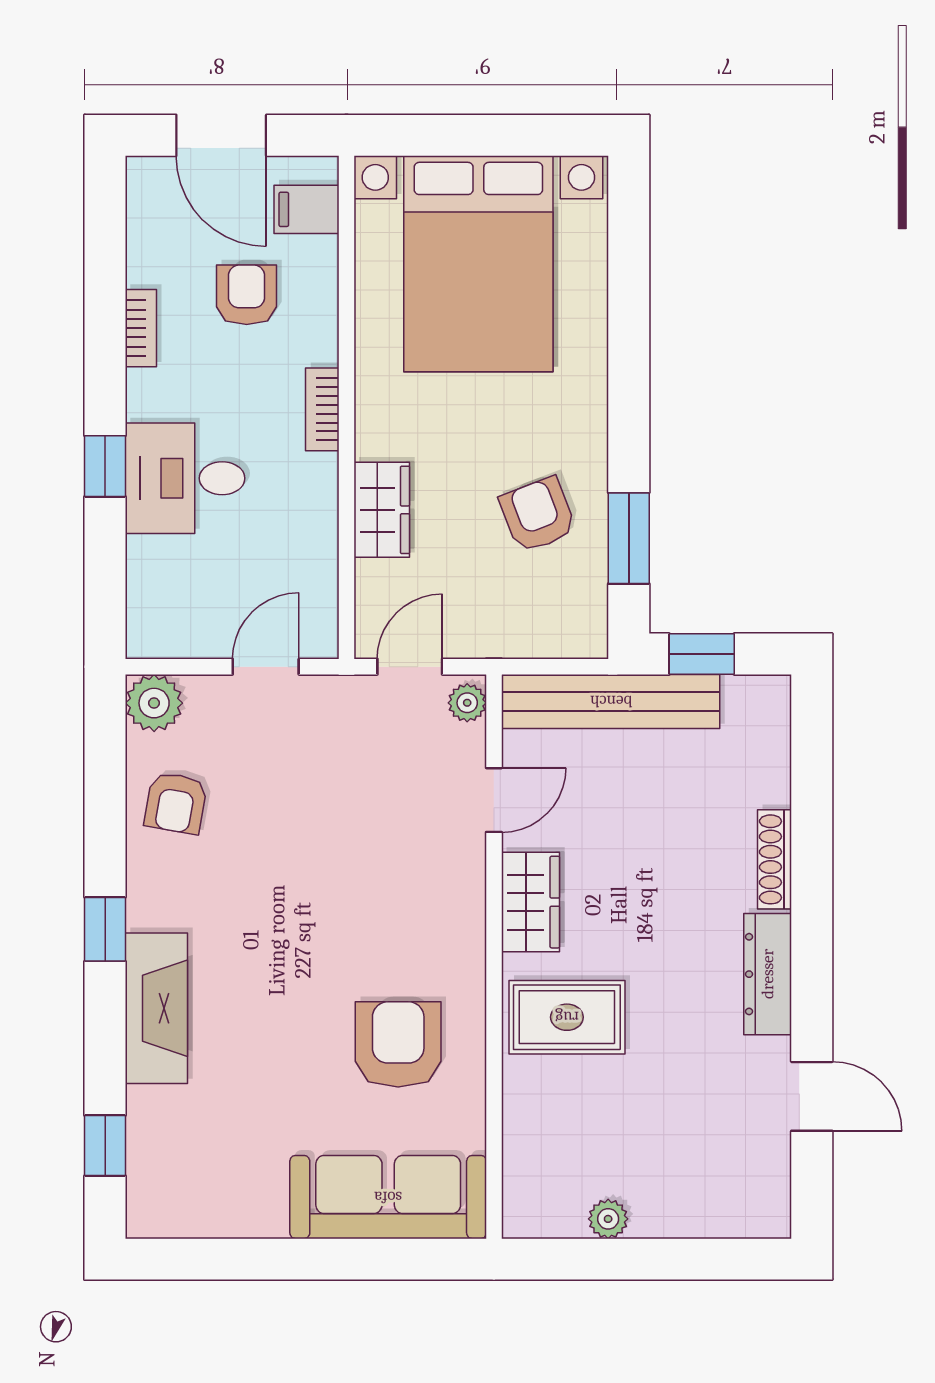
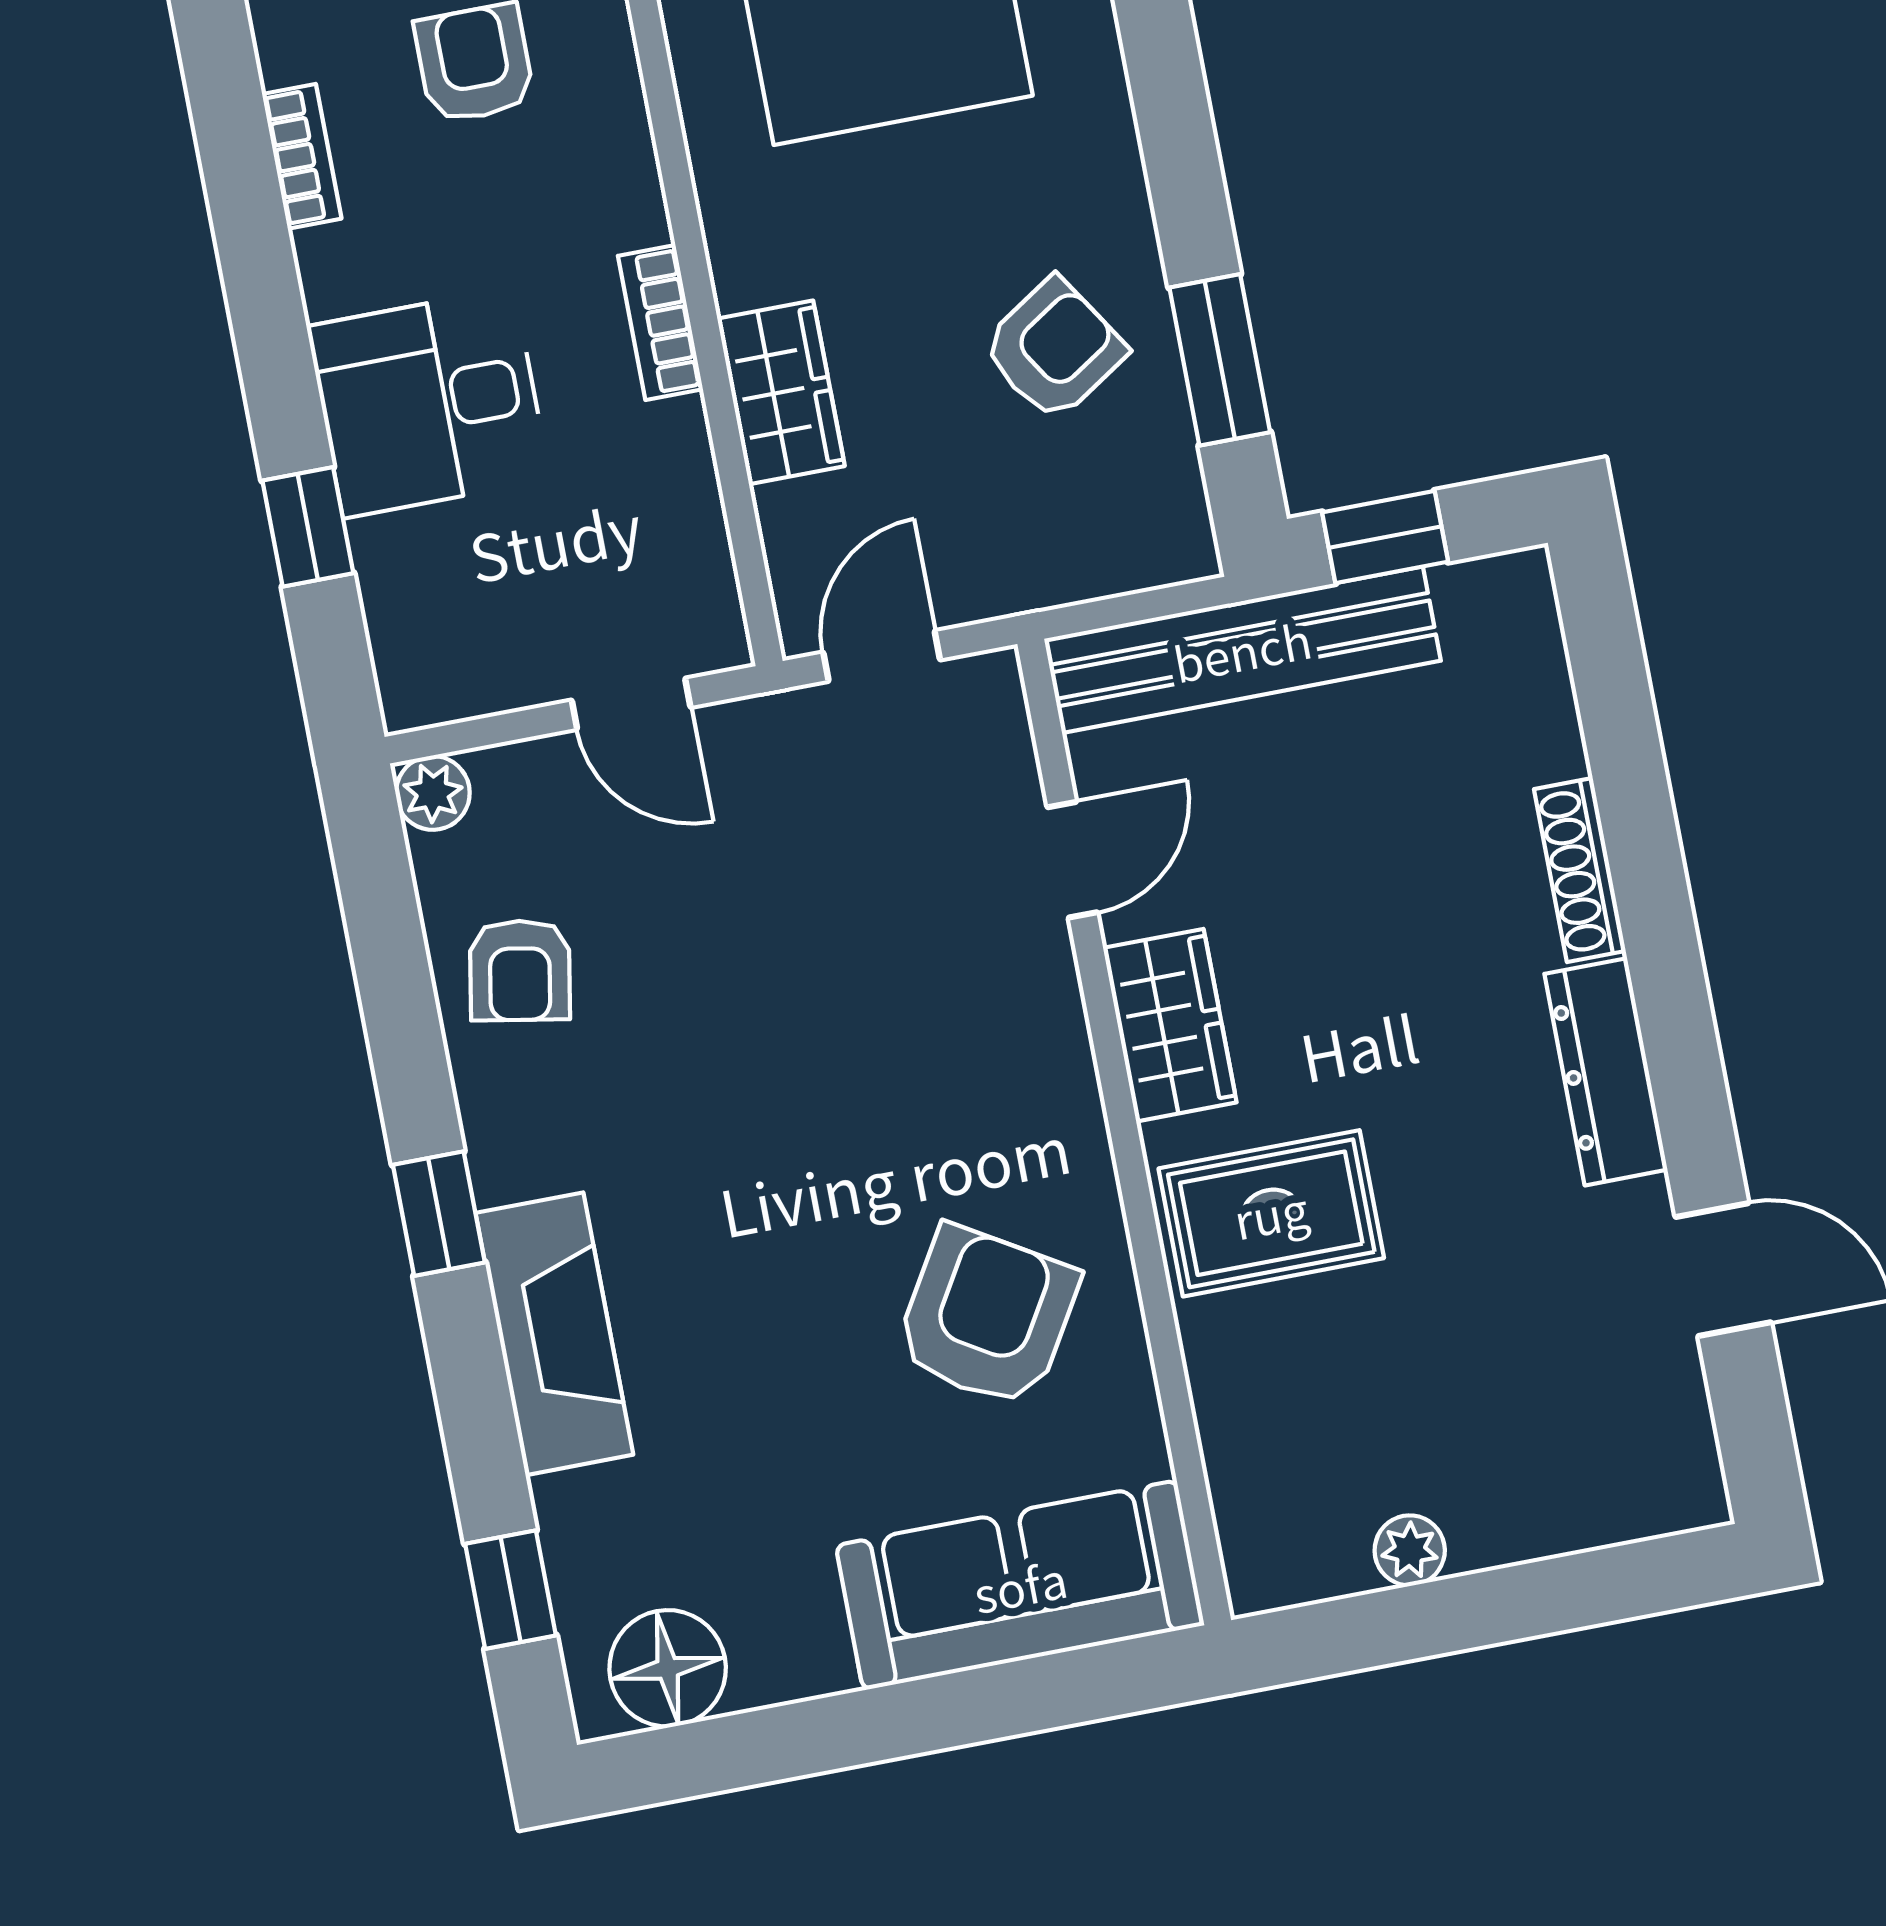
bookcase: (322, 409) -> (660, 322), moved
window: (105, 466) -> (308, 527), moved
armchair: (538, 515) -> (1054, 349), turned 78
door: (266, 667) -> (631, 704), swing flipped
plant: (154, 703) -> (433, 793), width x0.73, depth x0.73
plant: (467, 703) -> (993, 700), removed
armchair: (398, 1044) -> (987, 1317), turned 31
floor lamp: (184, 1206) -> (668, 1668), added

